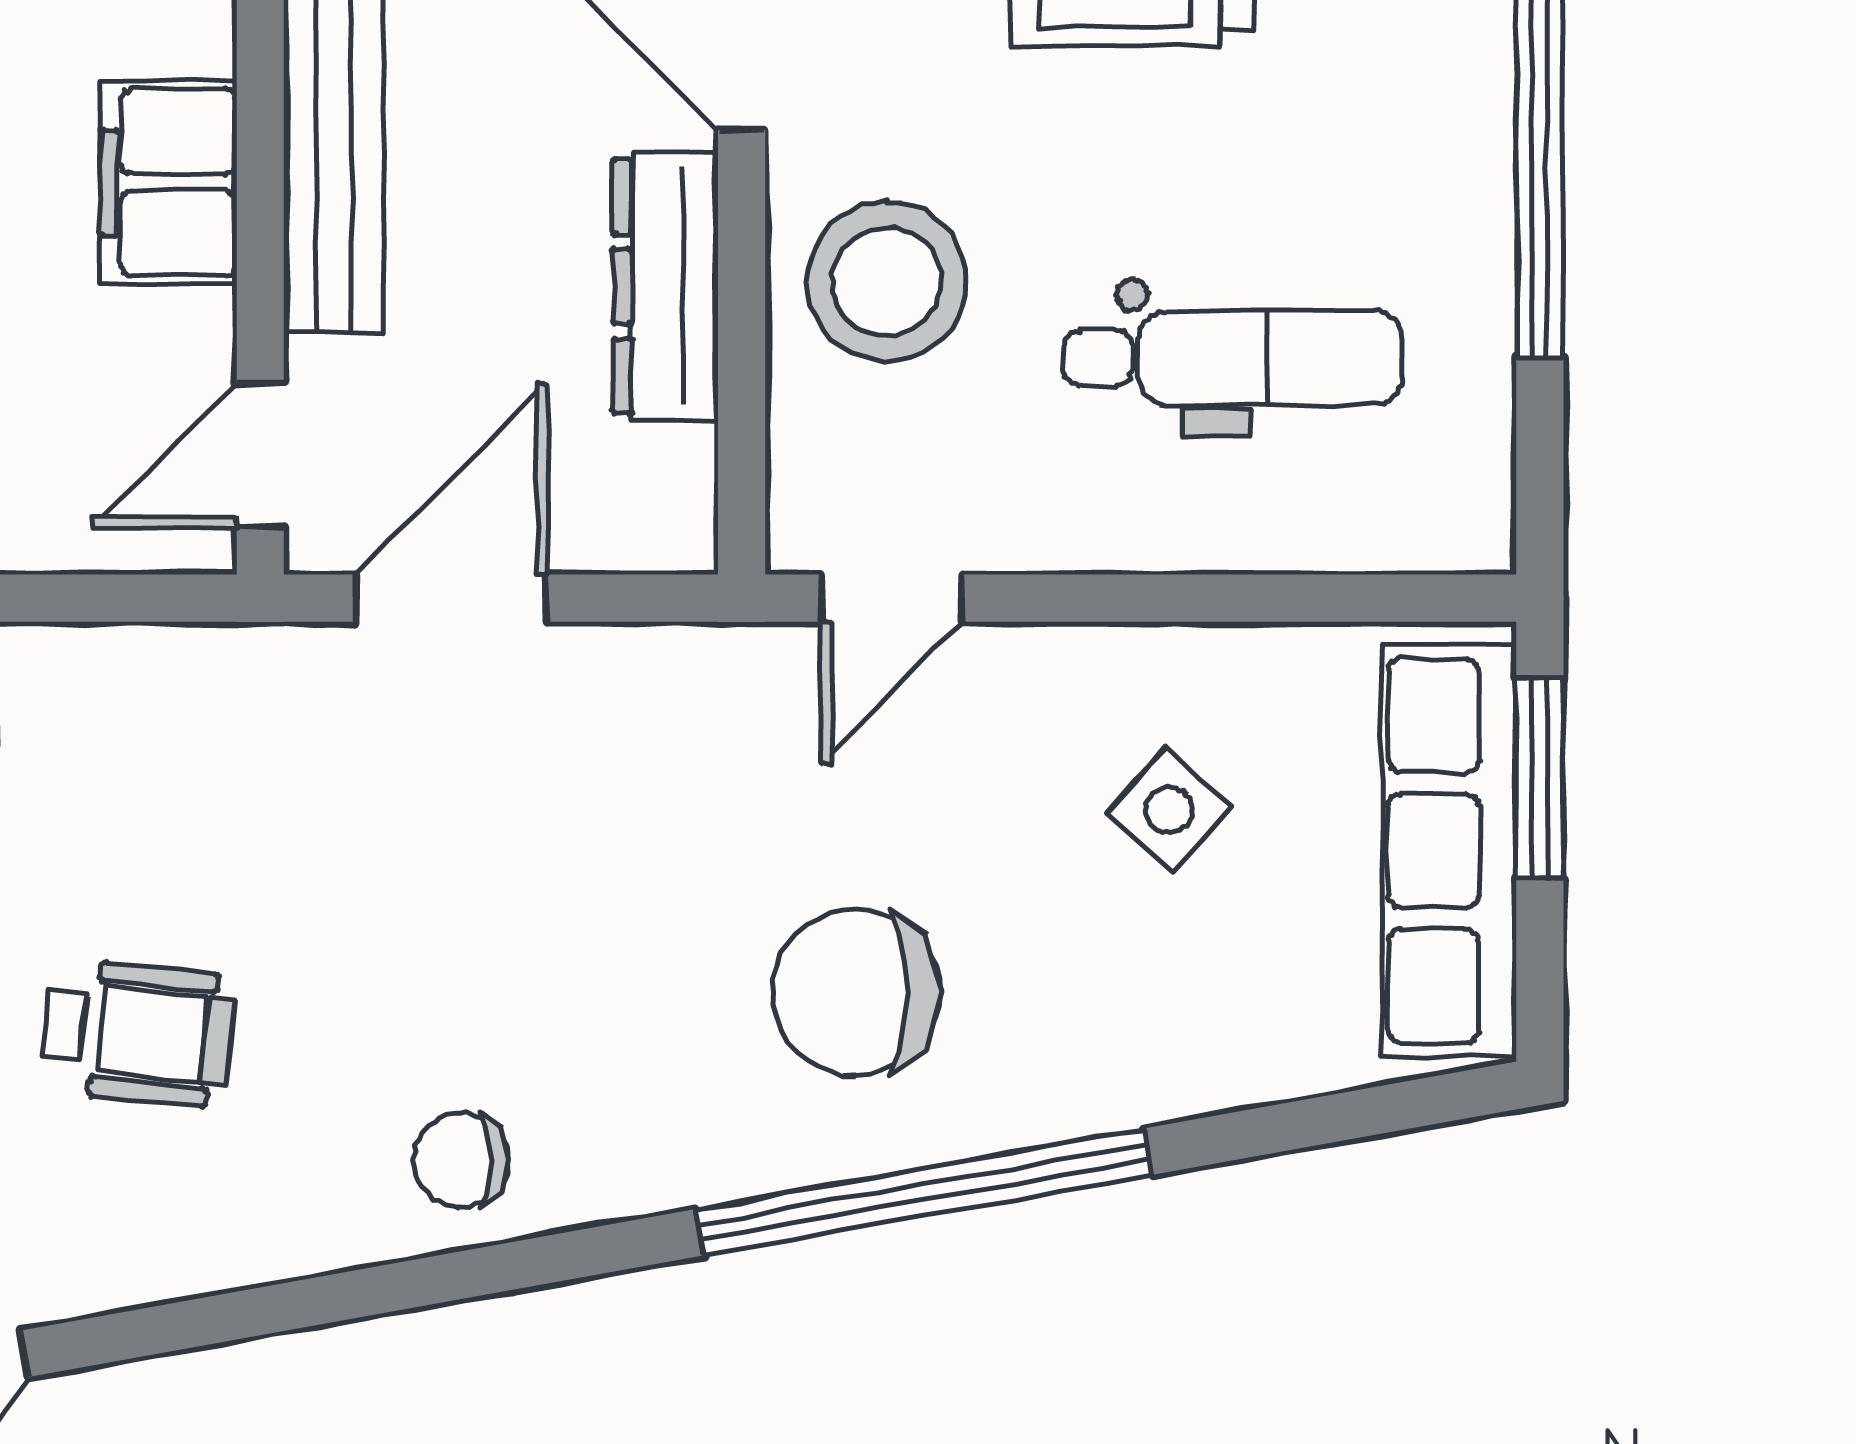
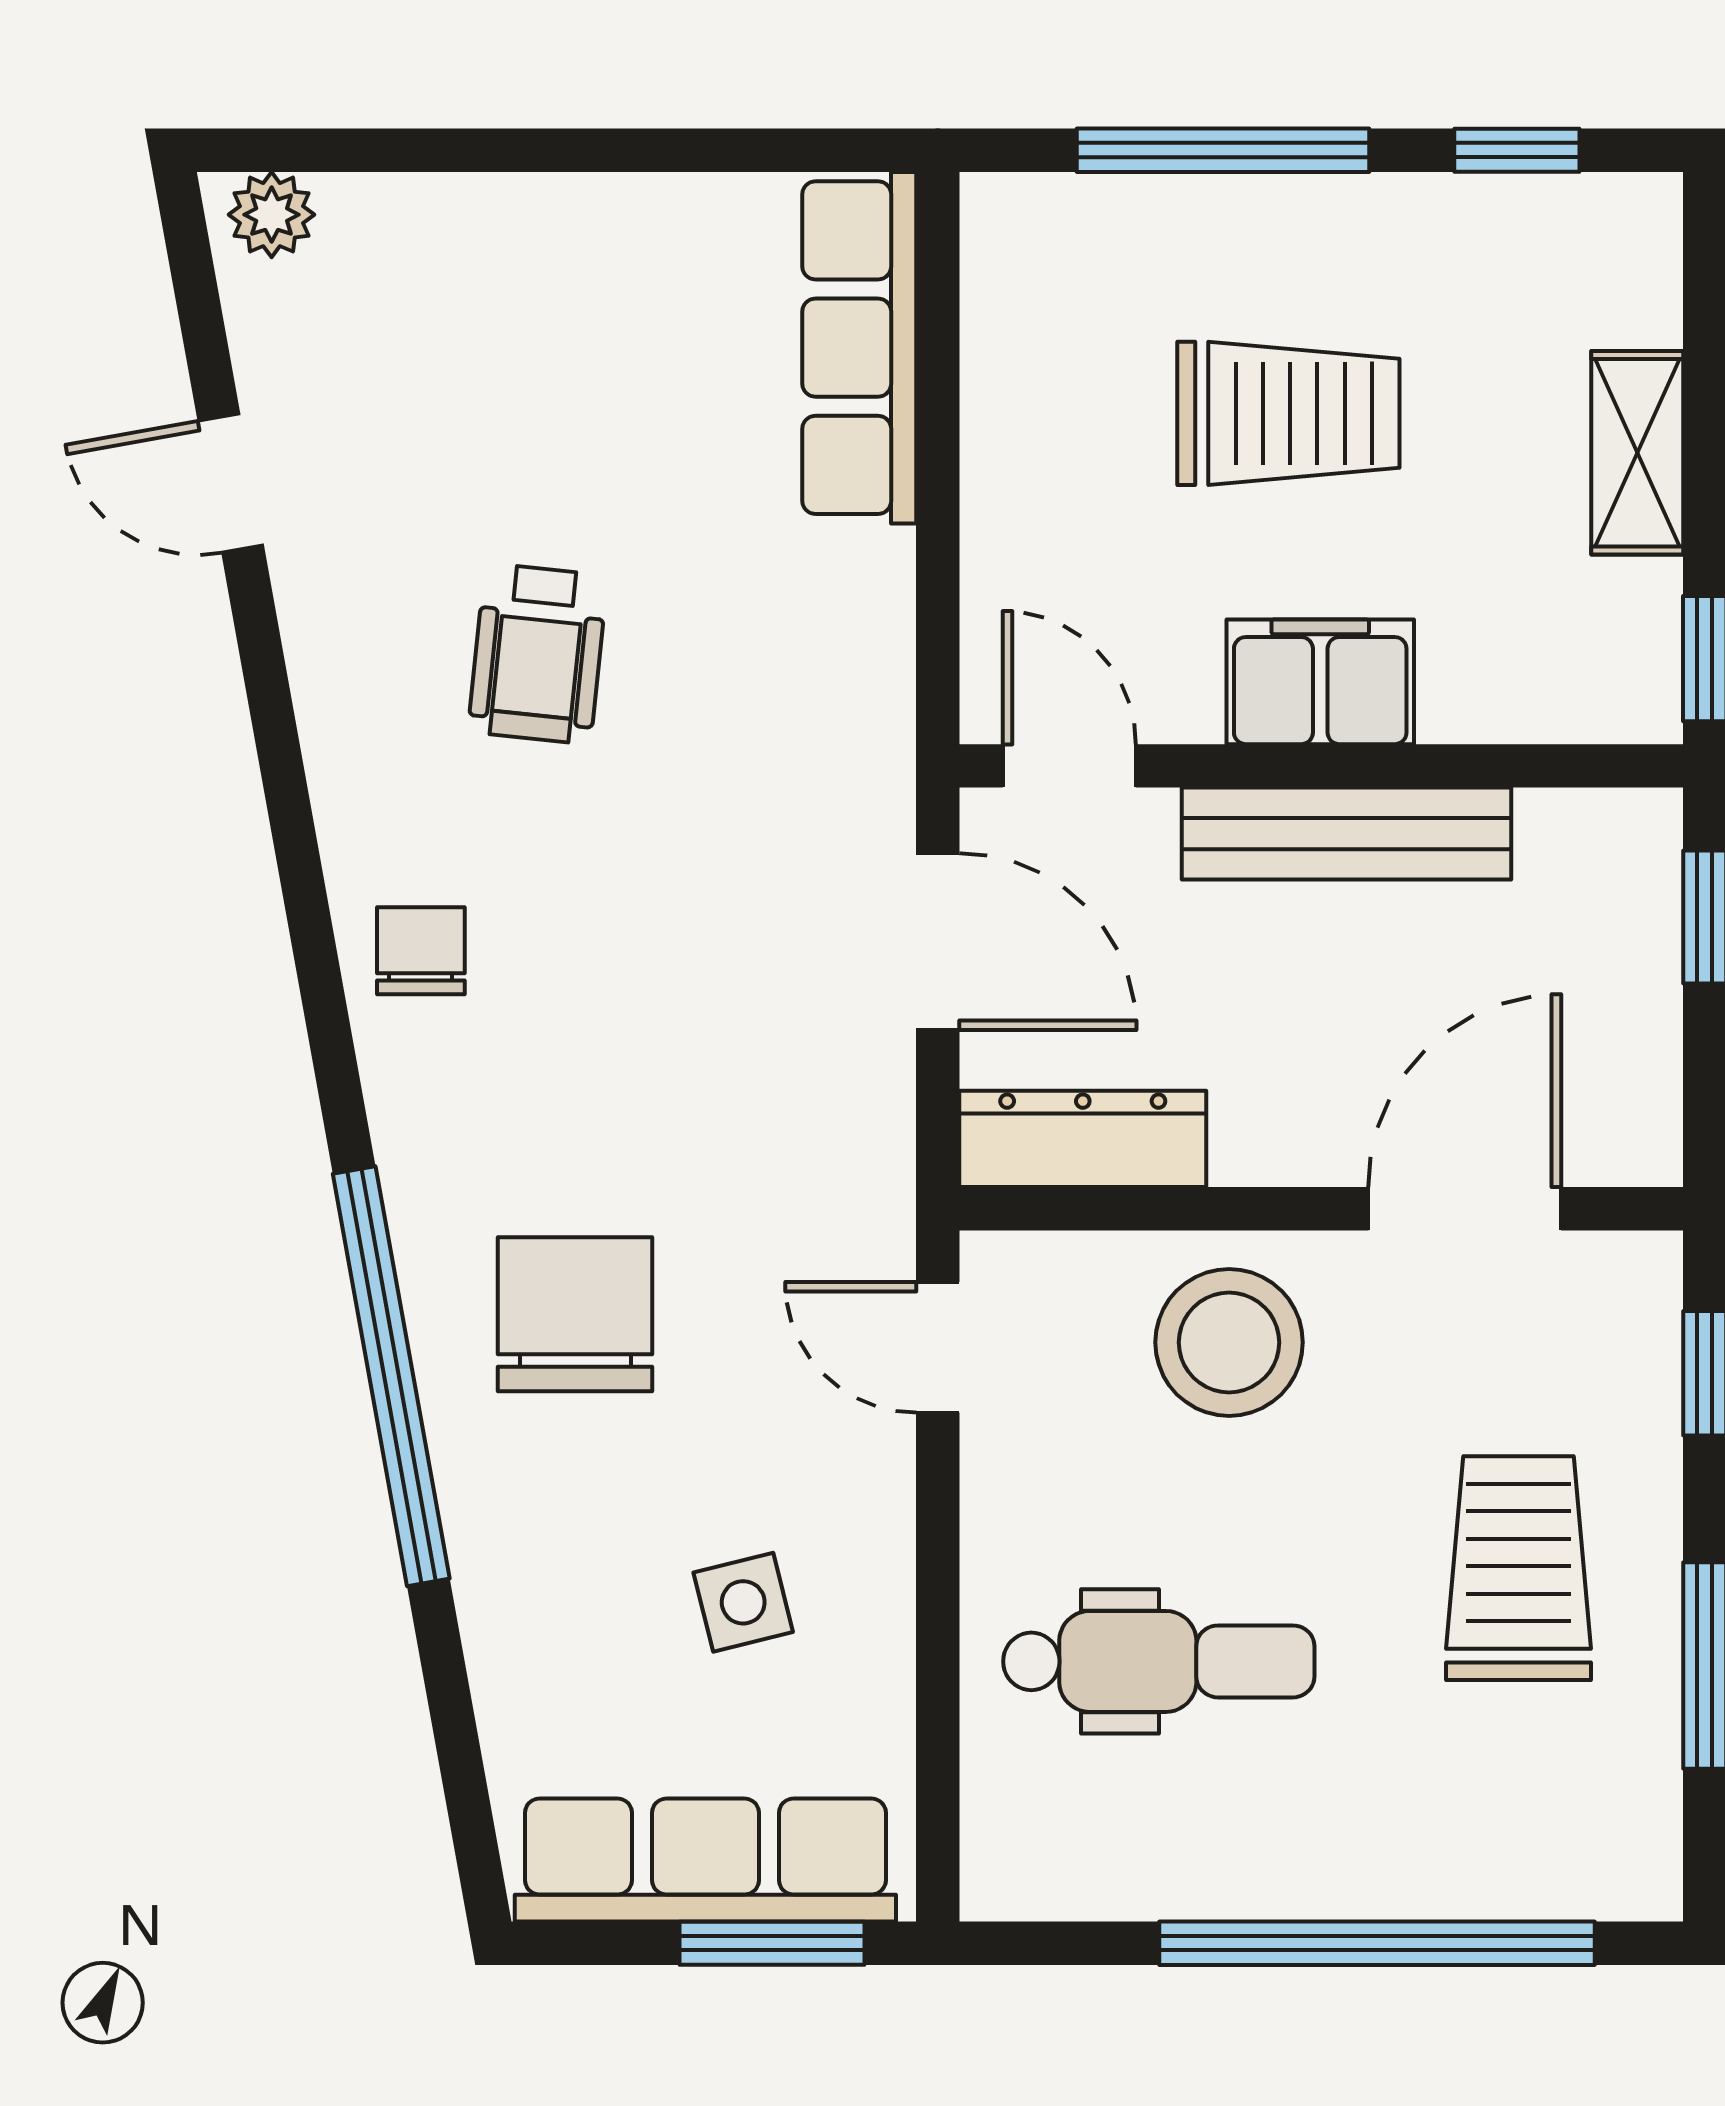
dresser: (666, 286) -> (1083, 1139), moved
dental chair: (1233, 358) -> (1159, 1661), turned -90
side table: (1169, 810) -> (743, 1602), turned 34

